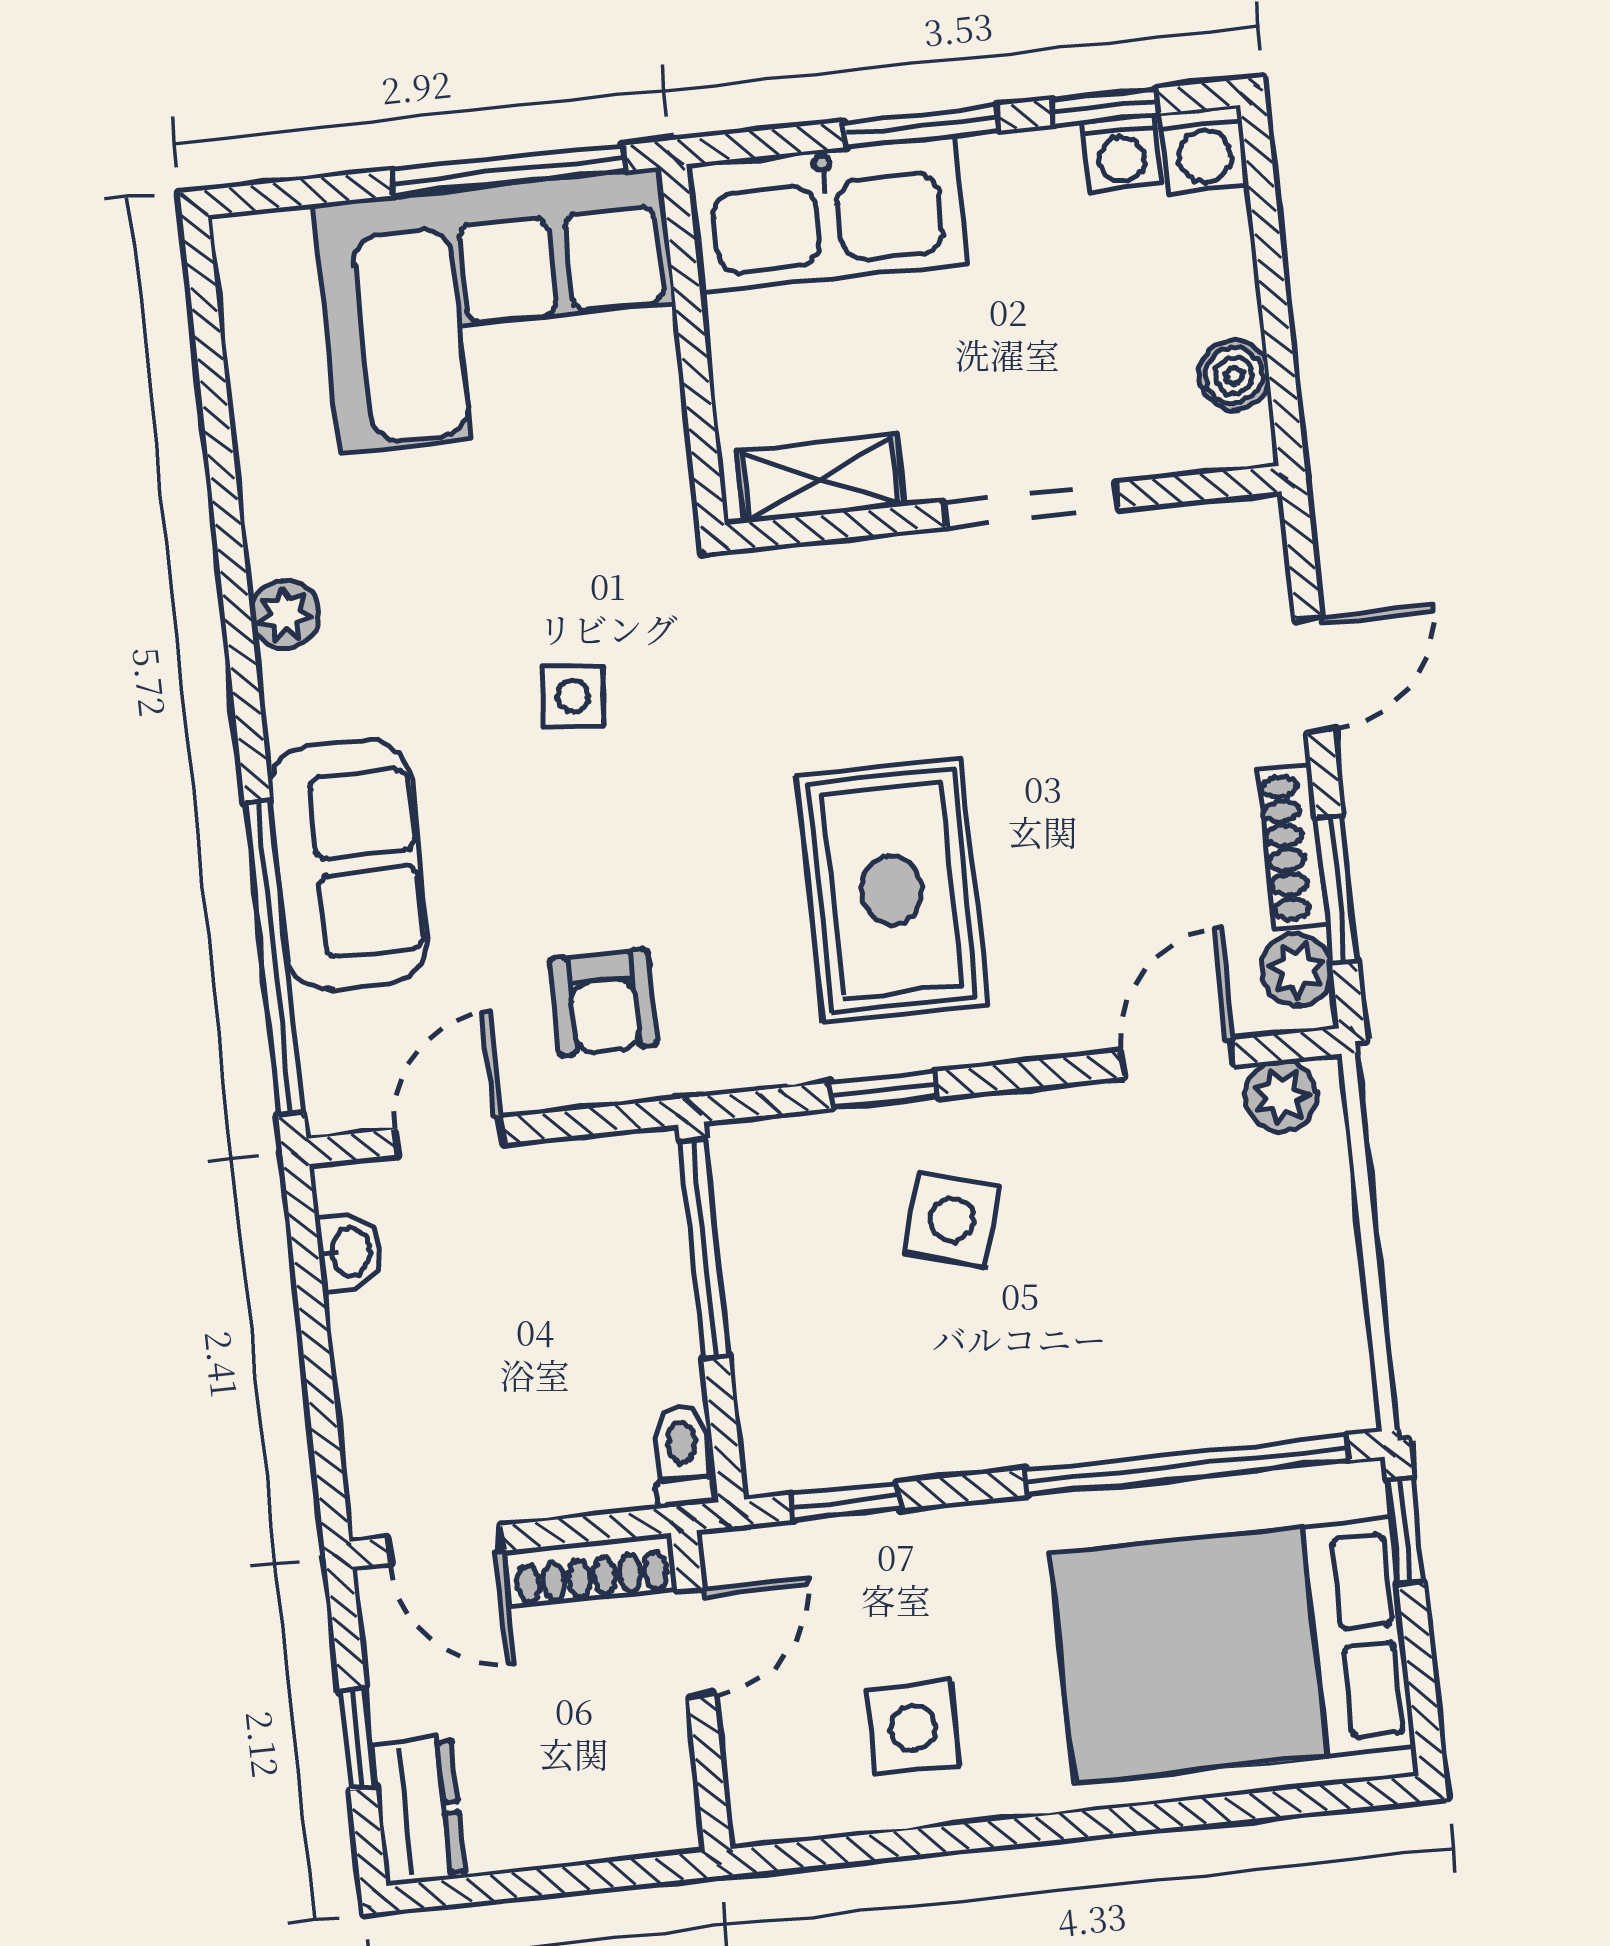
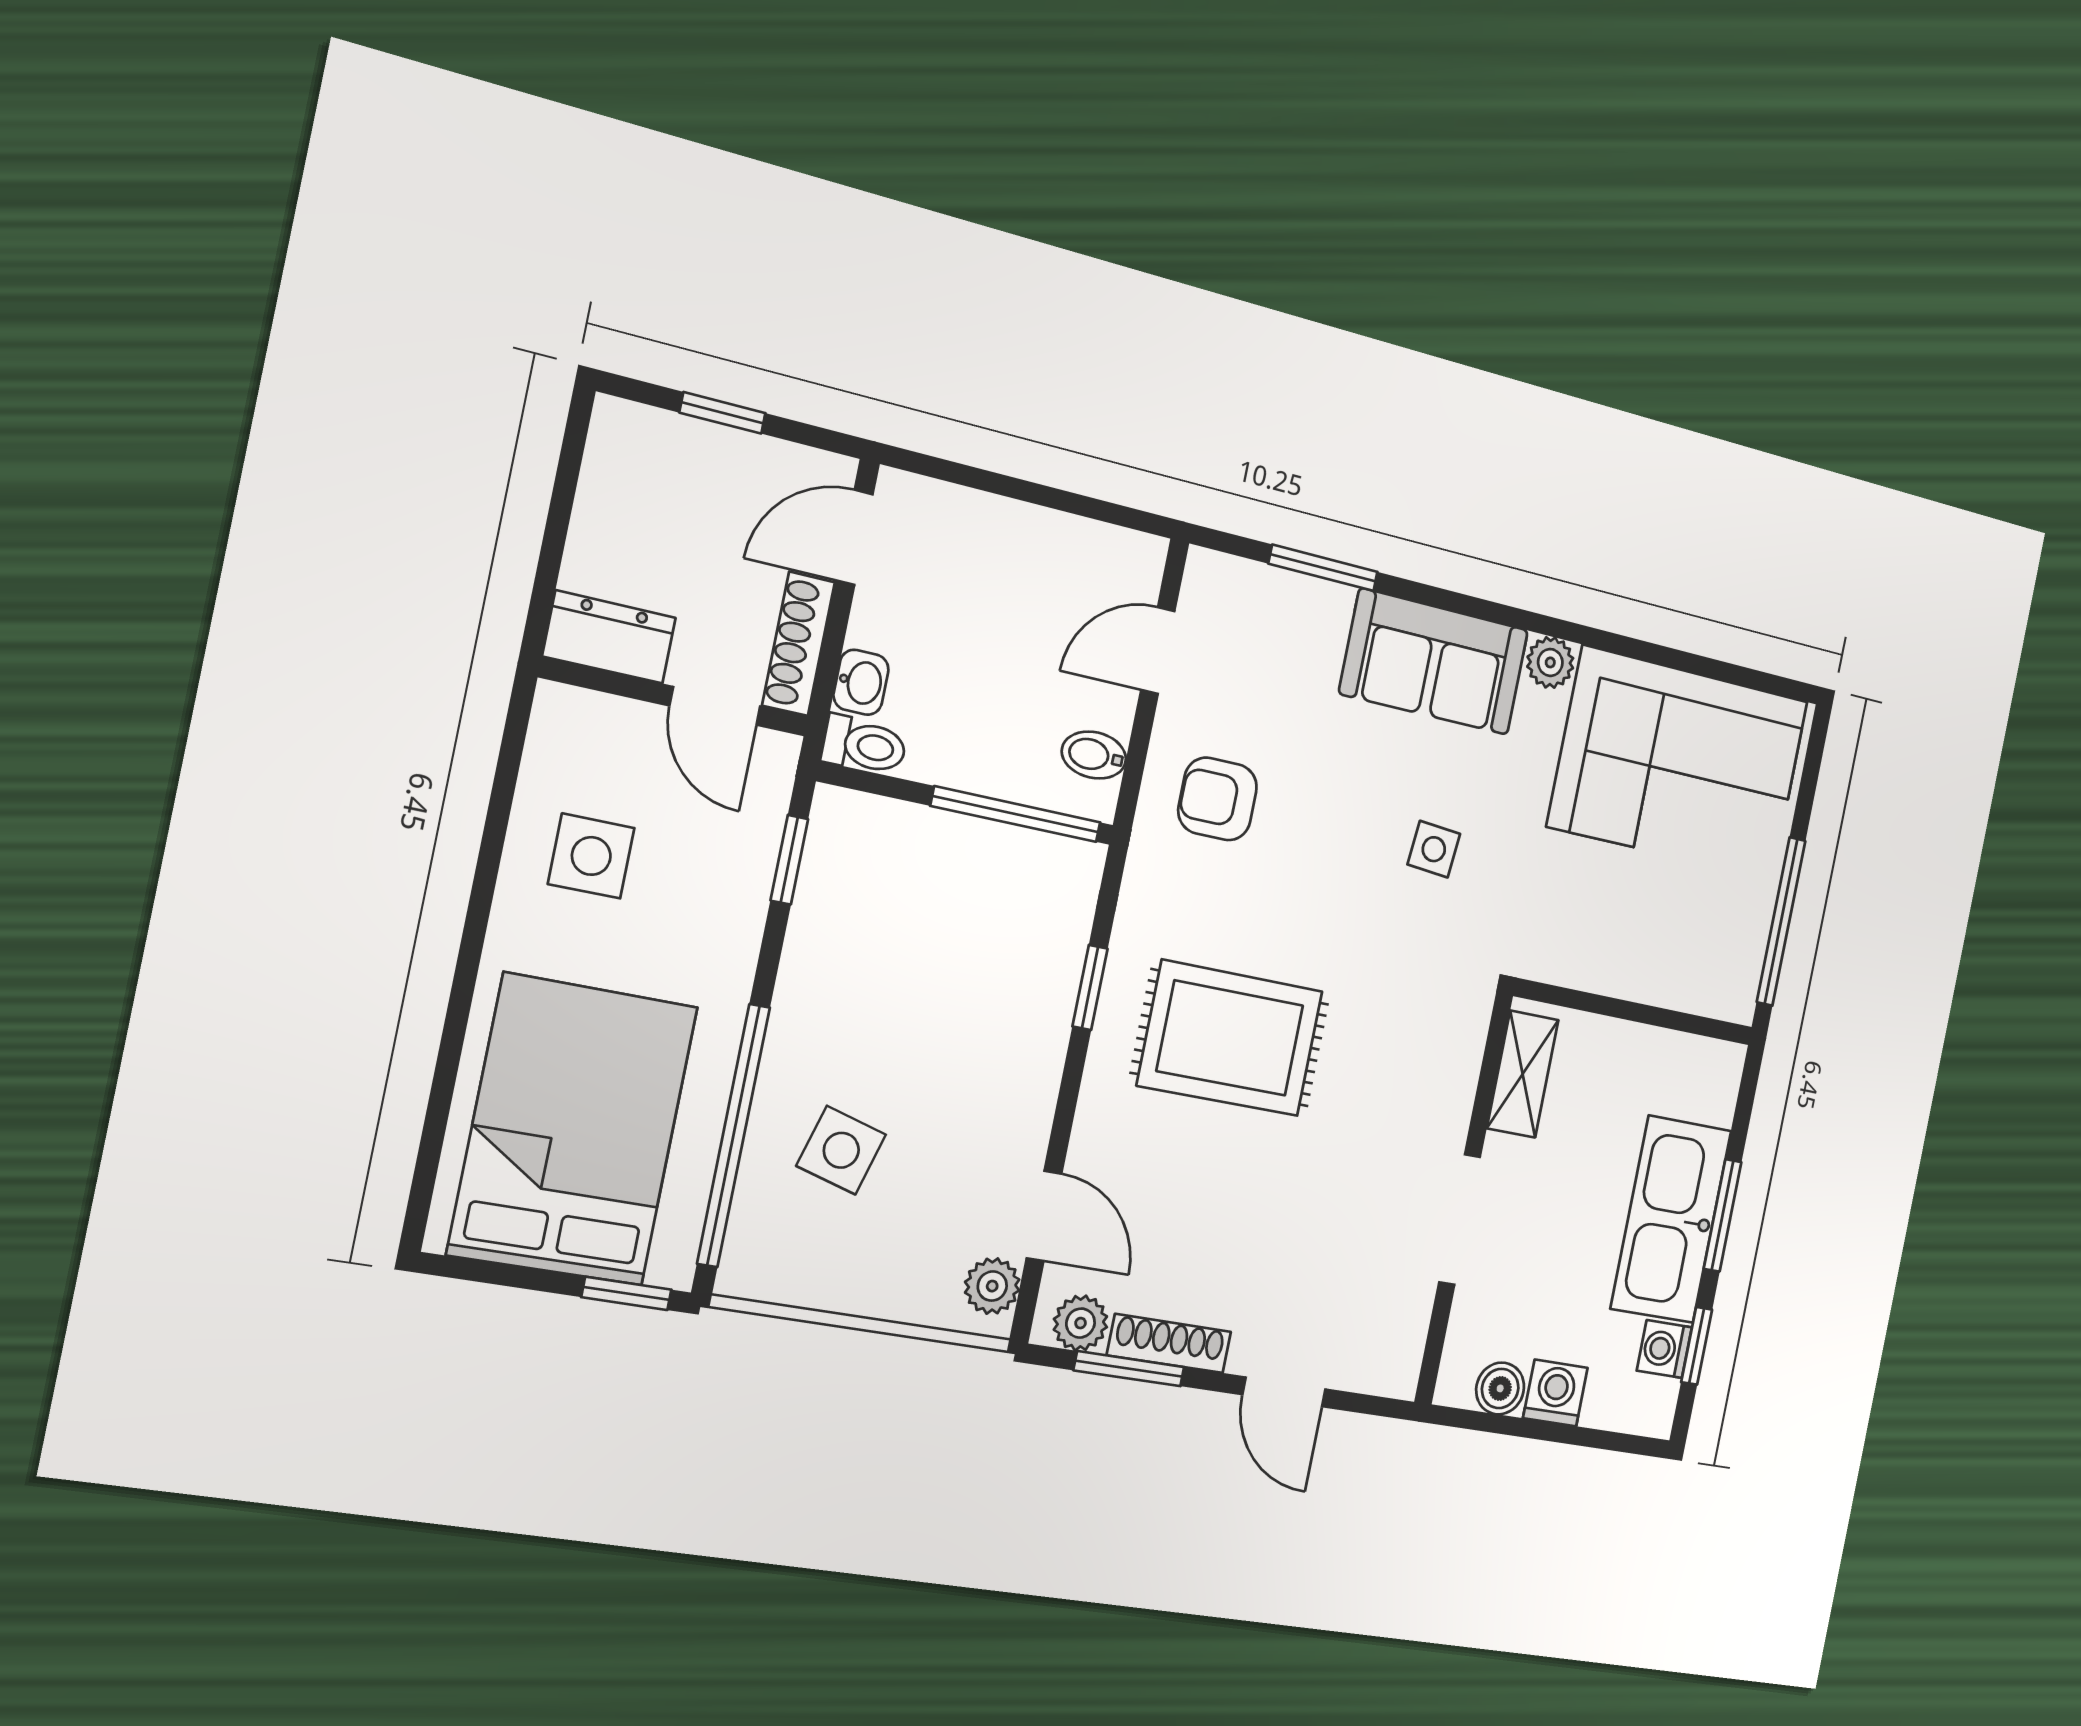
washing machine: (1204, 150) -> (1555, 1393), moved, turned 90
kitchen sink: (827, 214) -> (1671, 1219), moved
corner sofa: (500, 310) -> (1679, 764), moved, turned -90
sofa: (348, 865) -> (1434, 662), moved
window: (274, 958) -> (1323, 568), width x0.47
door: (449, 1136) -> (1158, 650), swing flipped
bidet: (602, 1175) -> (1094, 755), added
side table: (952, 1219) -> (841, 1150), moved
washbasin: (349, 1252) -> (861, 682), moved, turned -90
dresser: (419, 1811) -> (609, 637), moved, turned 180

